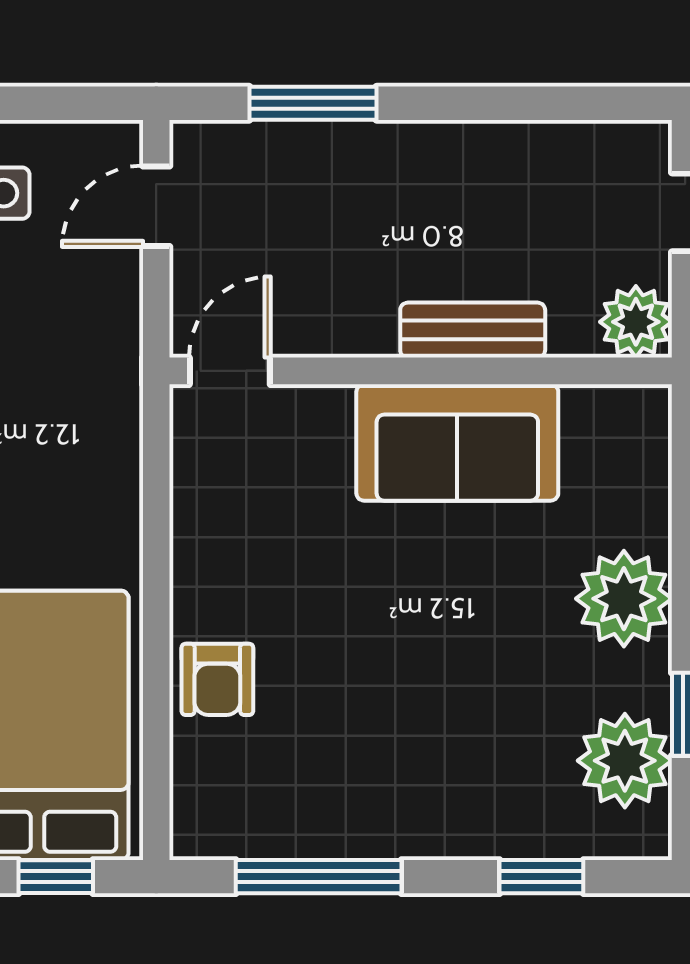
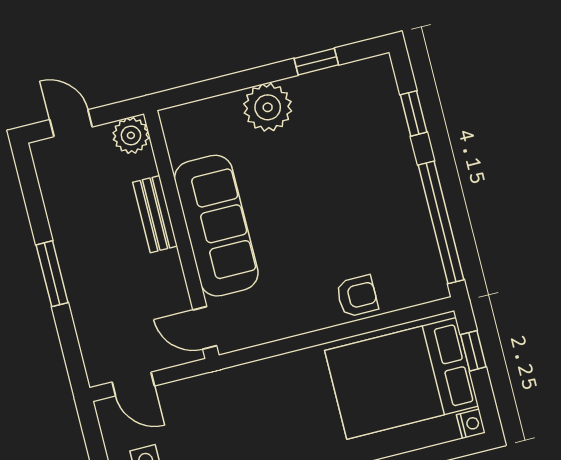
window: (313, 103) -> (52, 274), moved
sofa: (457, 442) -> (216, 226), width x1.36
plant: (625, 761) -> (347, 87), removed
window: (319, 877) -> (441, 222), width x1.46

